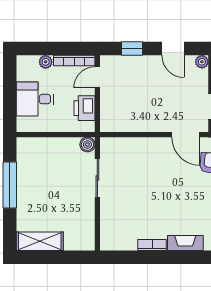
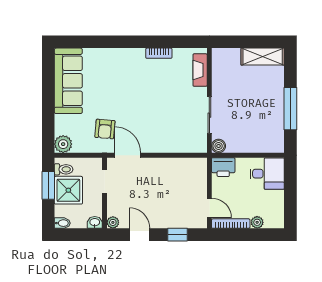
door: (97, 77) -> (209, 208), hinge flipped
desk: (35, 99) -> (267, 174), moved
printer: (85, 108) -> (223, 167), moved, turned 90
fireplace: (185, 243) -> (200, 70), moved, turned 90

